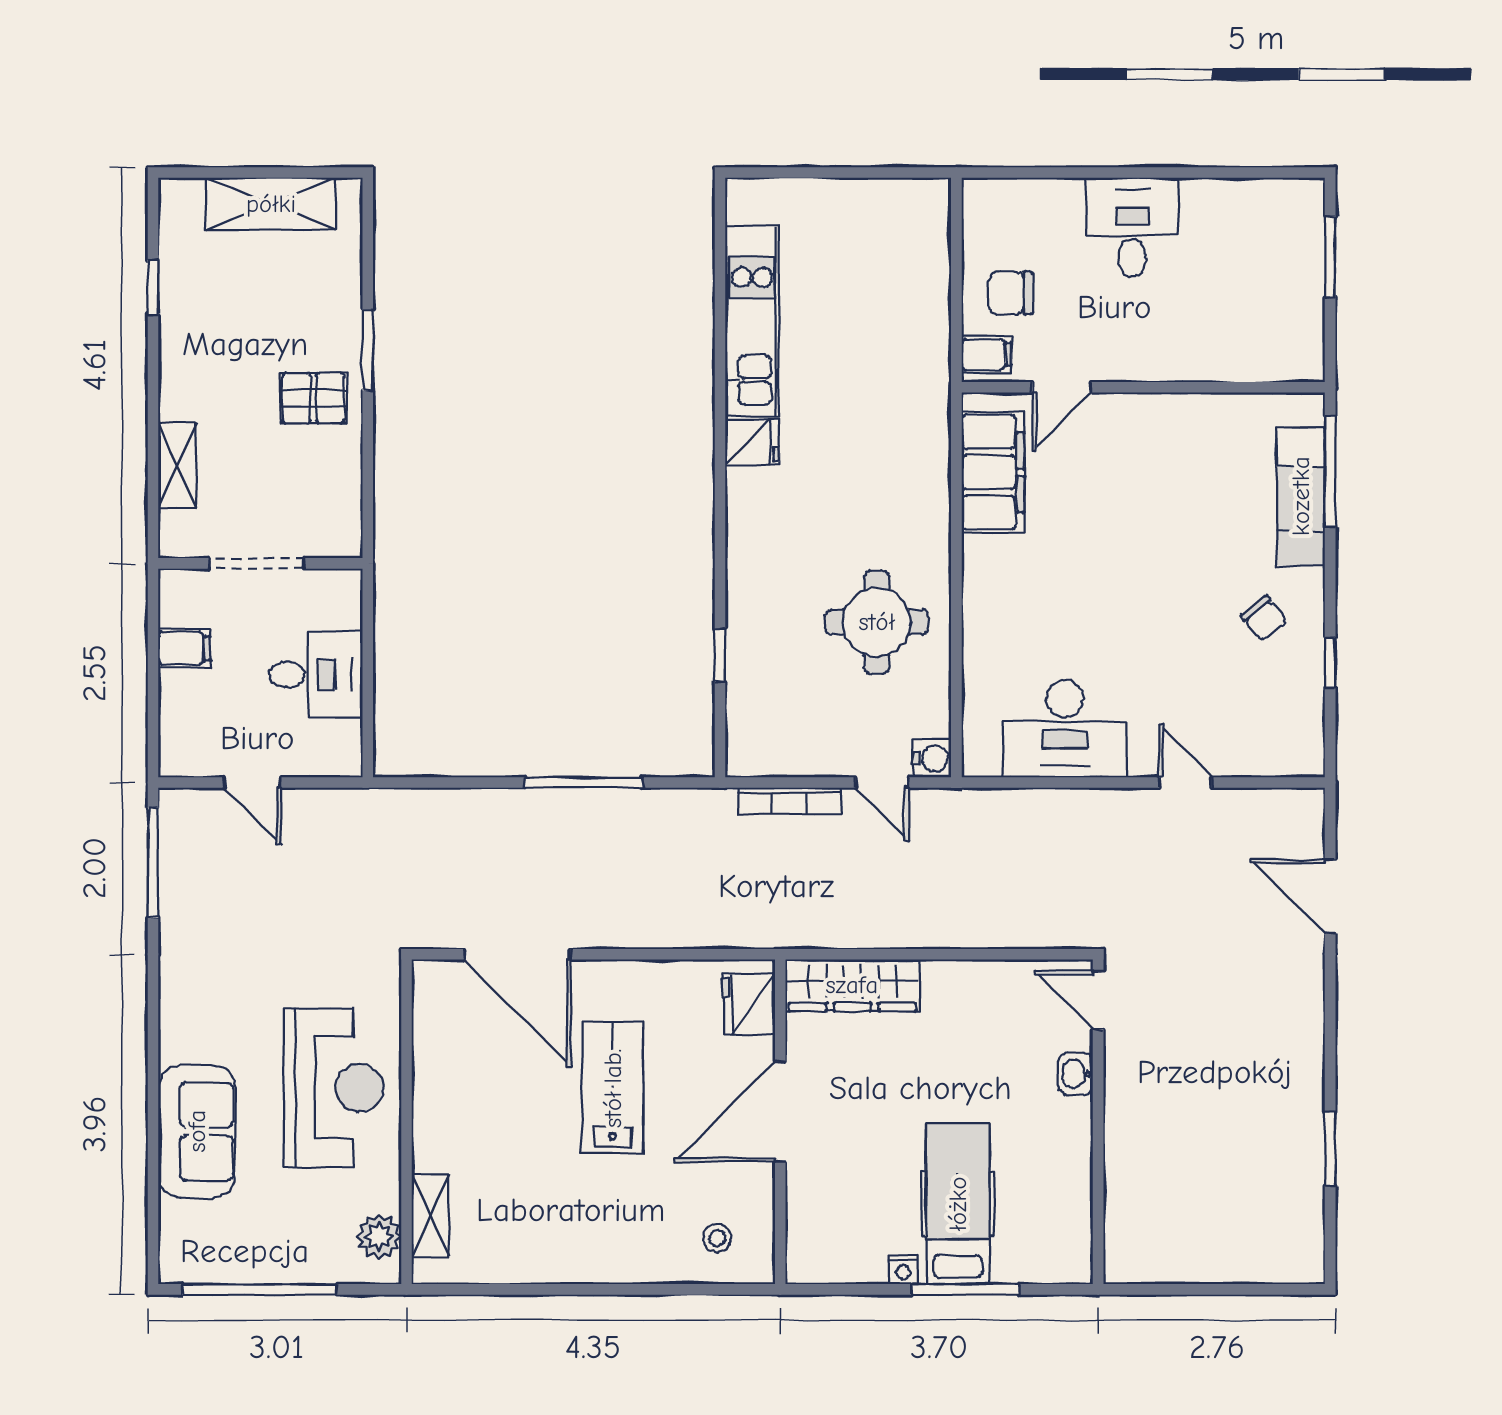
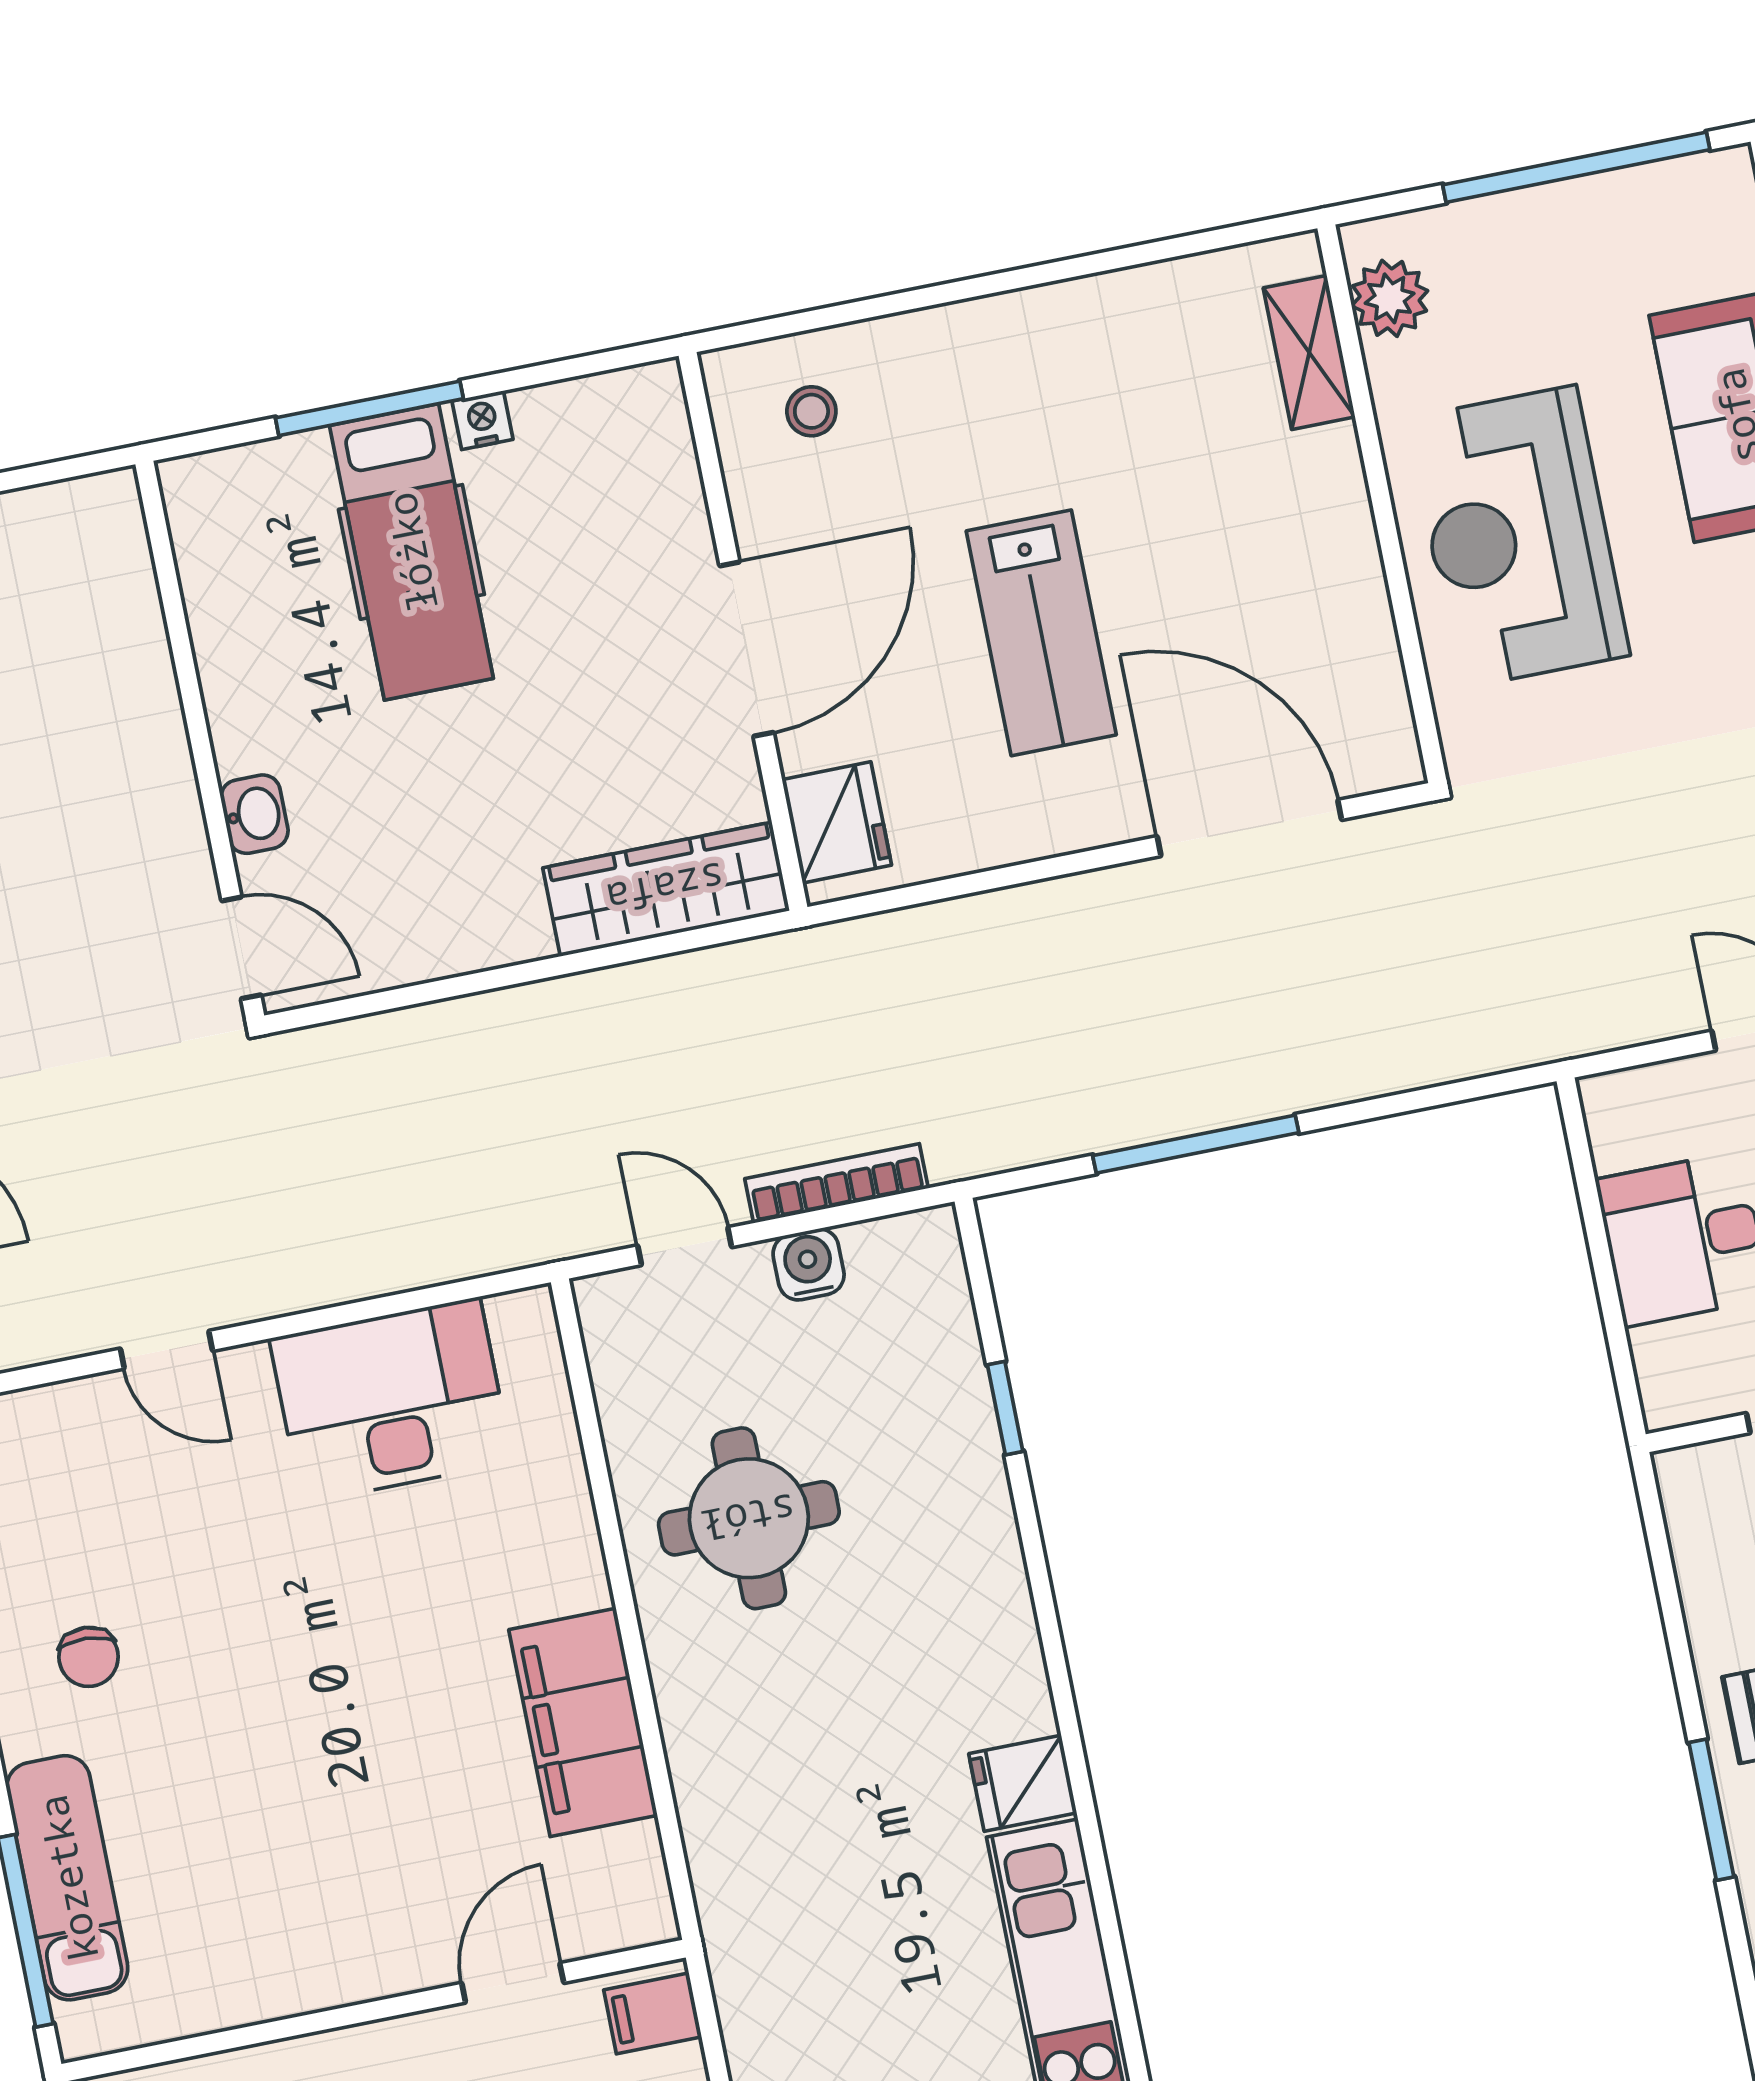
filing cabinet: (993, 472) -> (583, 1722), moved
chair: (1264, 618) -> (89, 1657), turned -138
water cooler: (932, 758) -> (809, 1264), moved, turned 90

